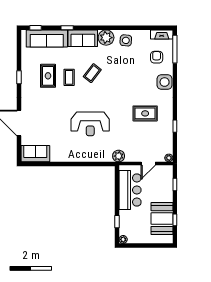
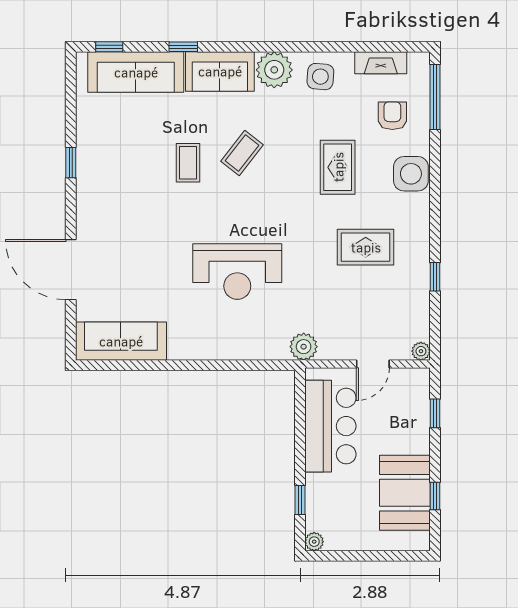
fireplace: (162, 35) -> (381, 63), moved
rug: (48, 76) -> (338, 167), moved
sofa: (35, 154) -> (121, 341), width x1.36

